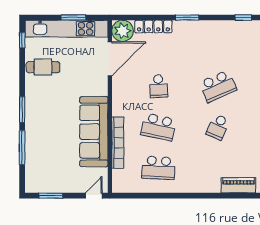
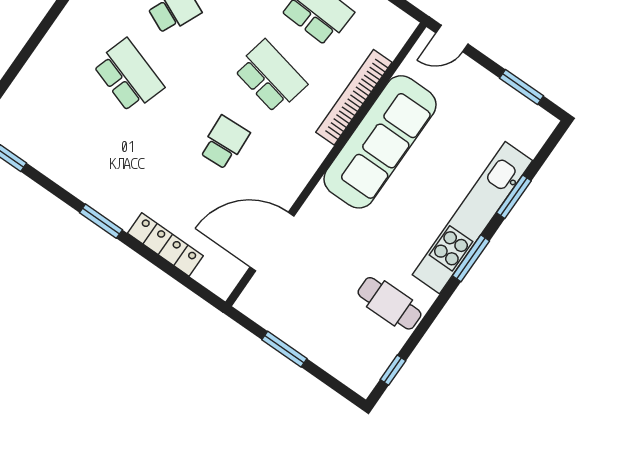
kitchen unit: (67, 29) -> (472, 218), moved, turned -90
plant: (123, 31) -> (220, 272), removed
school desk: (218, 86) -> (128, 76), turned 42
window: (22, 148) -> (514, 197), width x0.69

